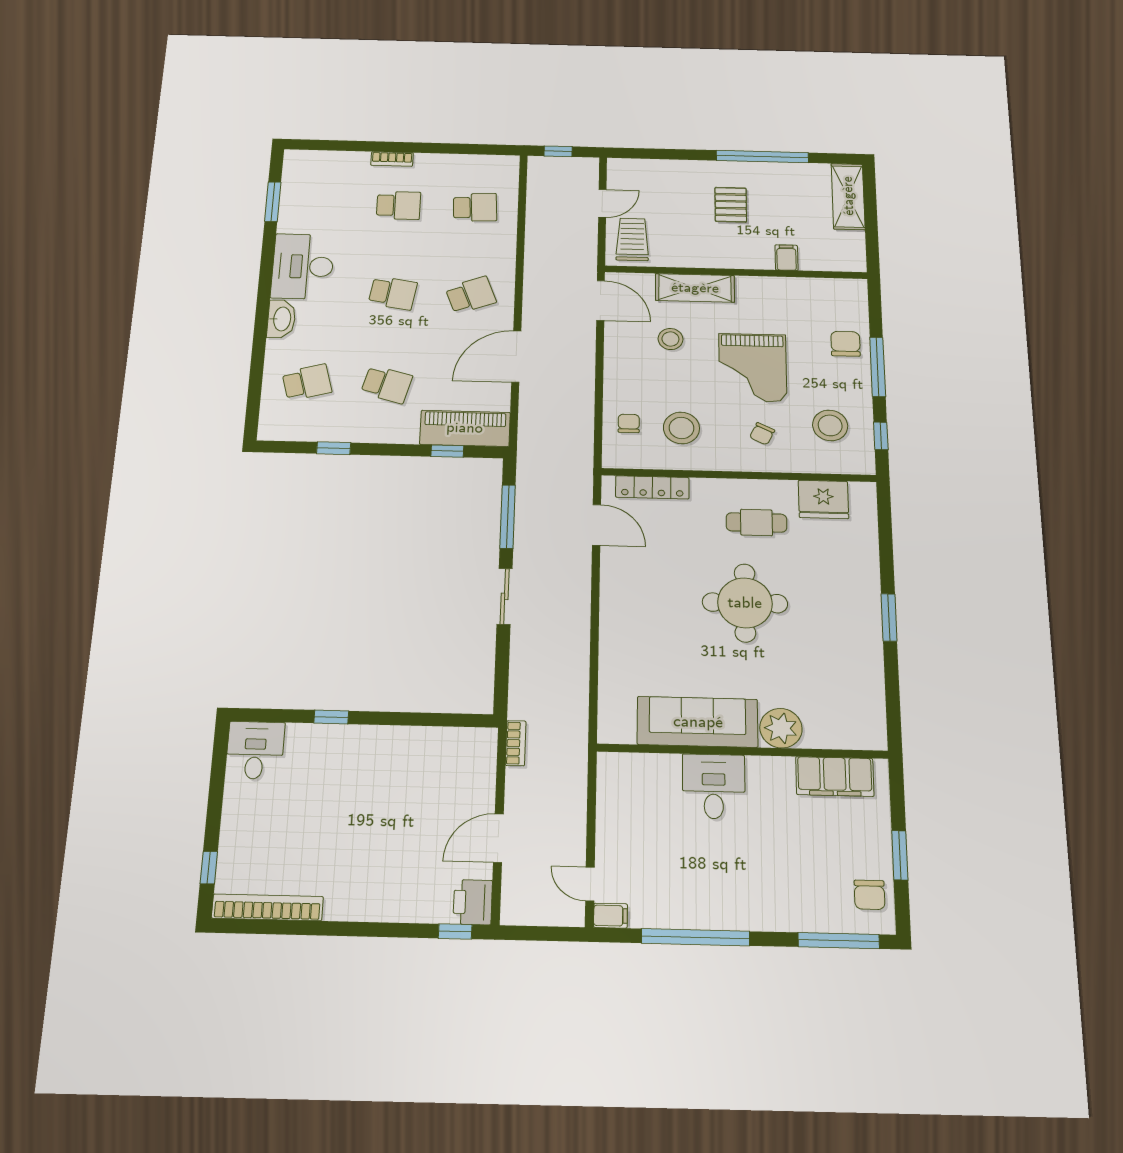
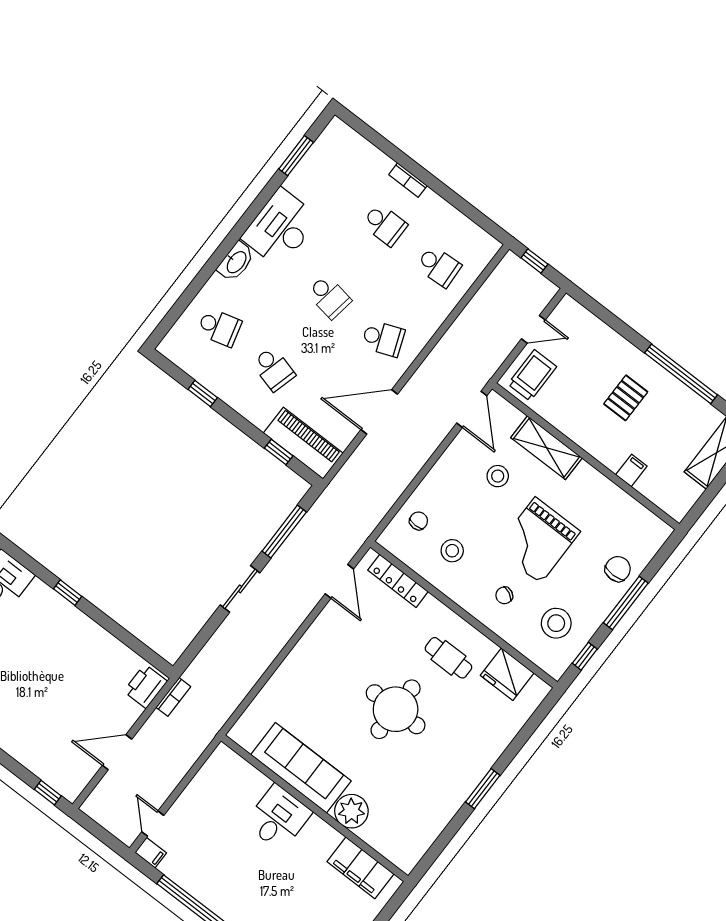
stool: (681, 428) -> (452, 551), width x0.73, depth x0.73
printer: (473, 902) -> (145, 686), moved

